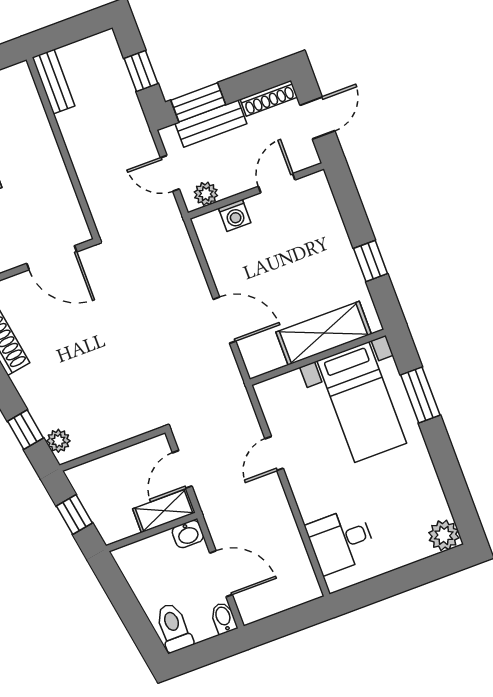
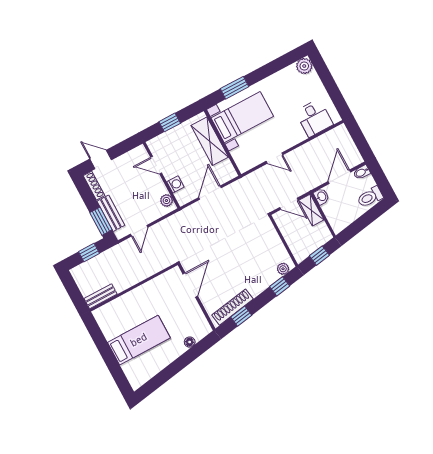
door: (277, 183) -> (156, 165), moved
wall: (256, 191) -> (161, 175), moved
plant: (206, 194) -> (166, 201), moved
washing machine: (235, 215) -> (175, 184), moved

